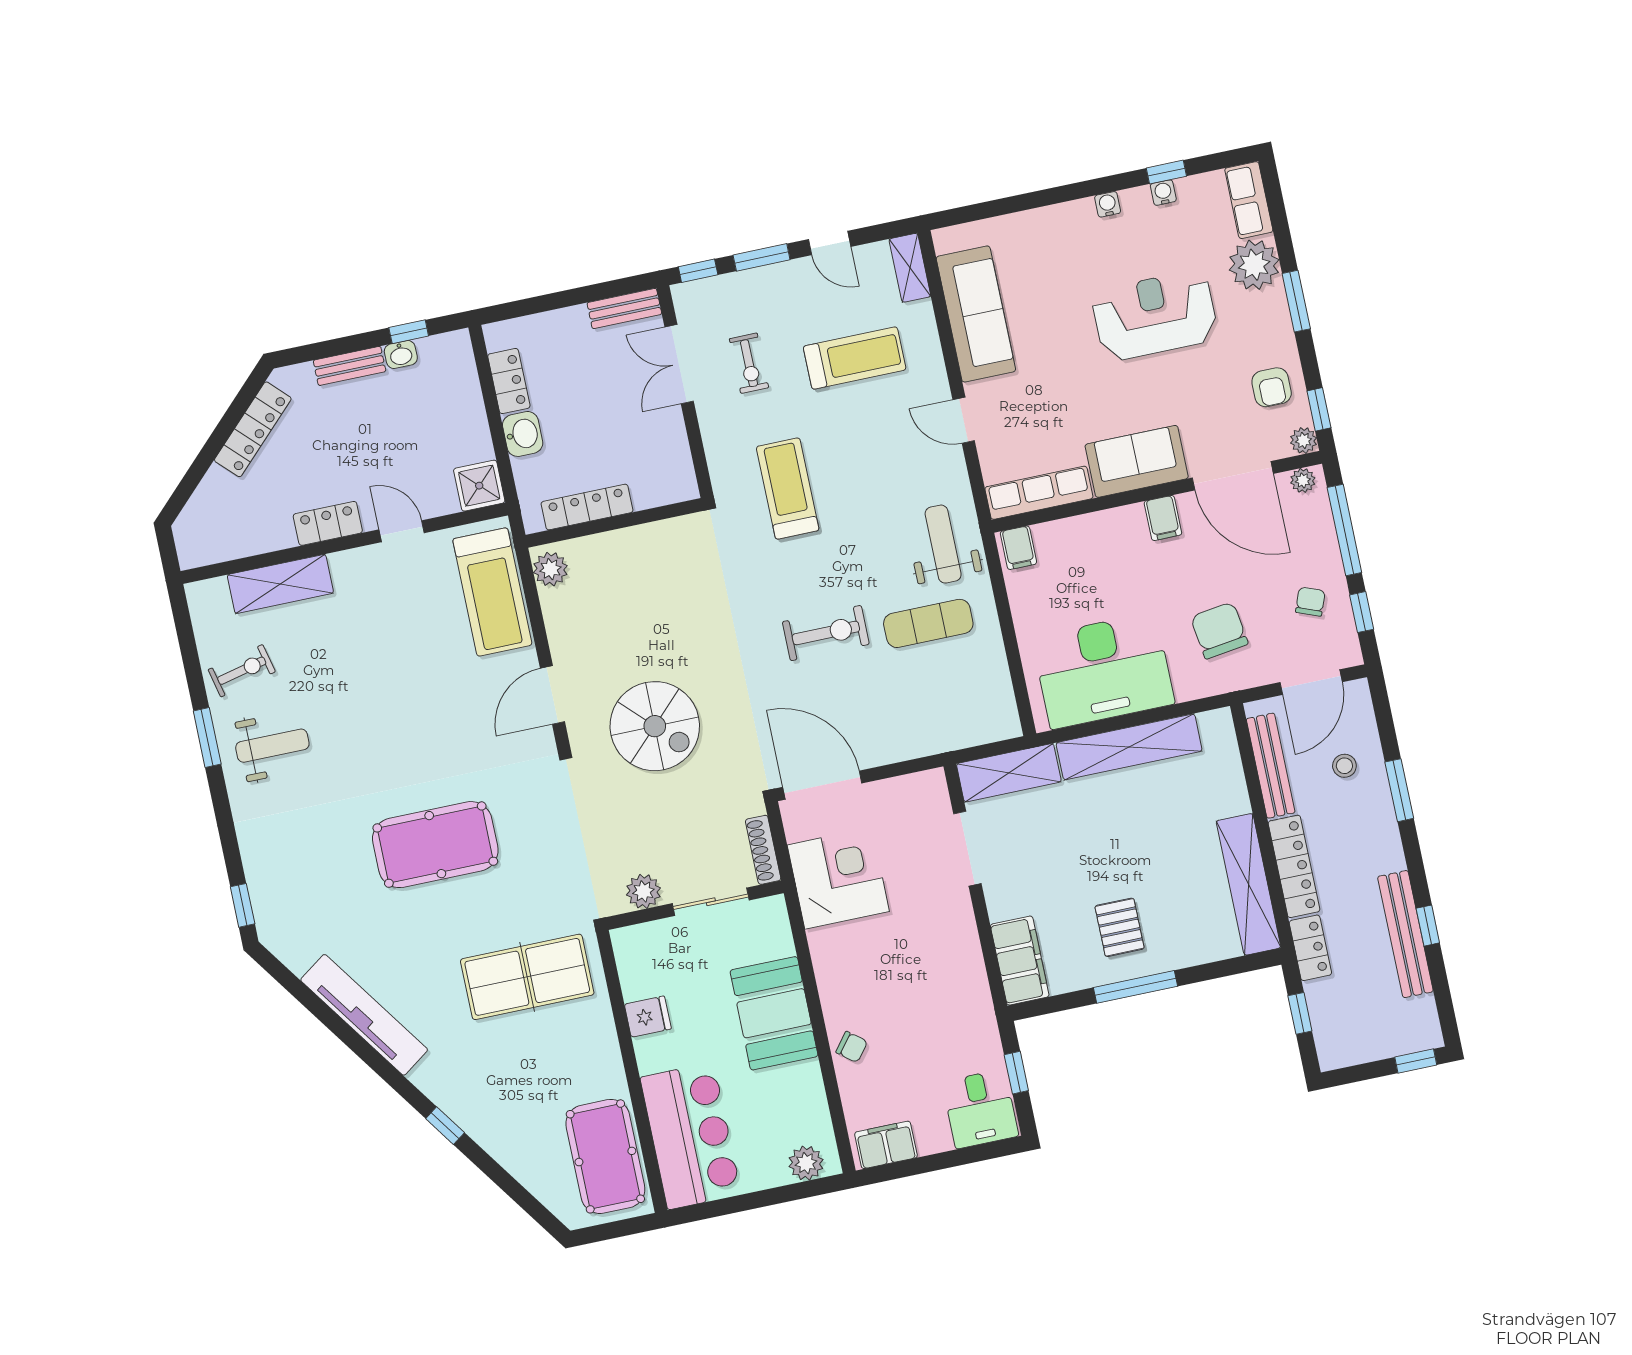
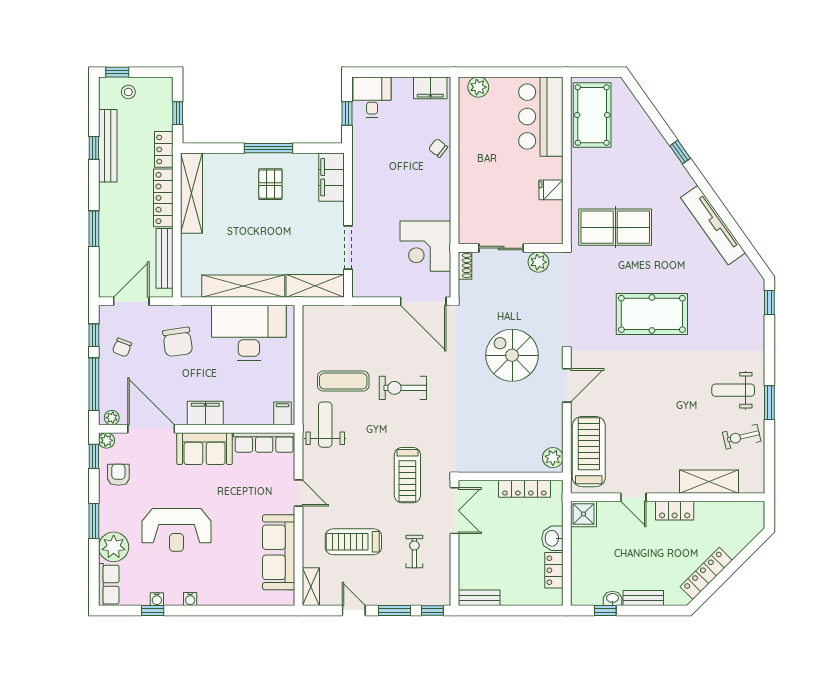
double door: (679, 364) -> (455, 511), moved
filing cabinet: (1163, 518) -> (205, 413), width x2.00
weight bench: (943, 544) -> (325, 425), turned 180
stool: (1344, 766) -> (128, 92), moved
shoe rack: (763, 850) -> (465, 266), width x0.70
booth: (774, 1013) -> (478, 177), removed

